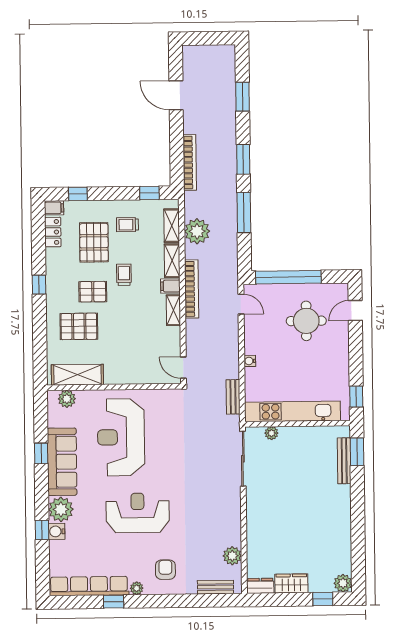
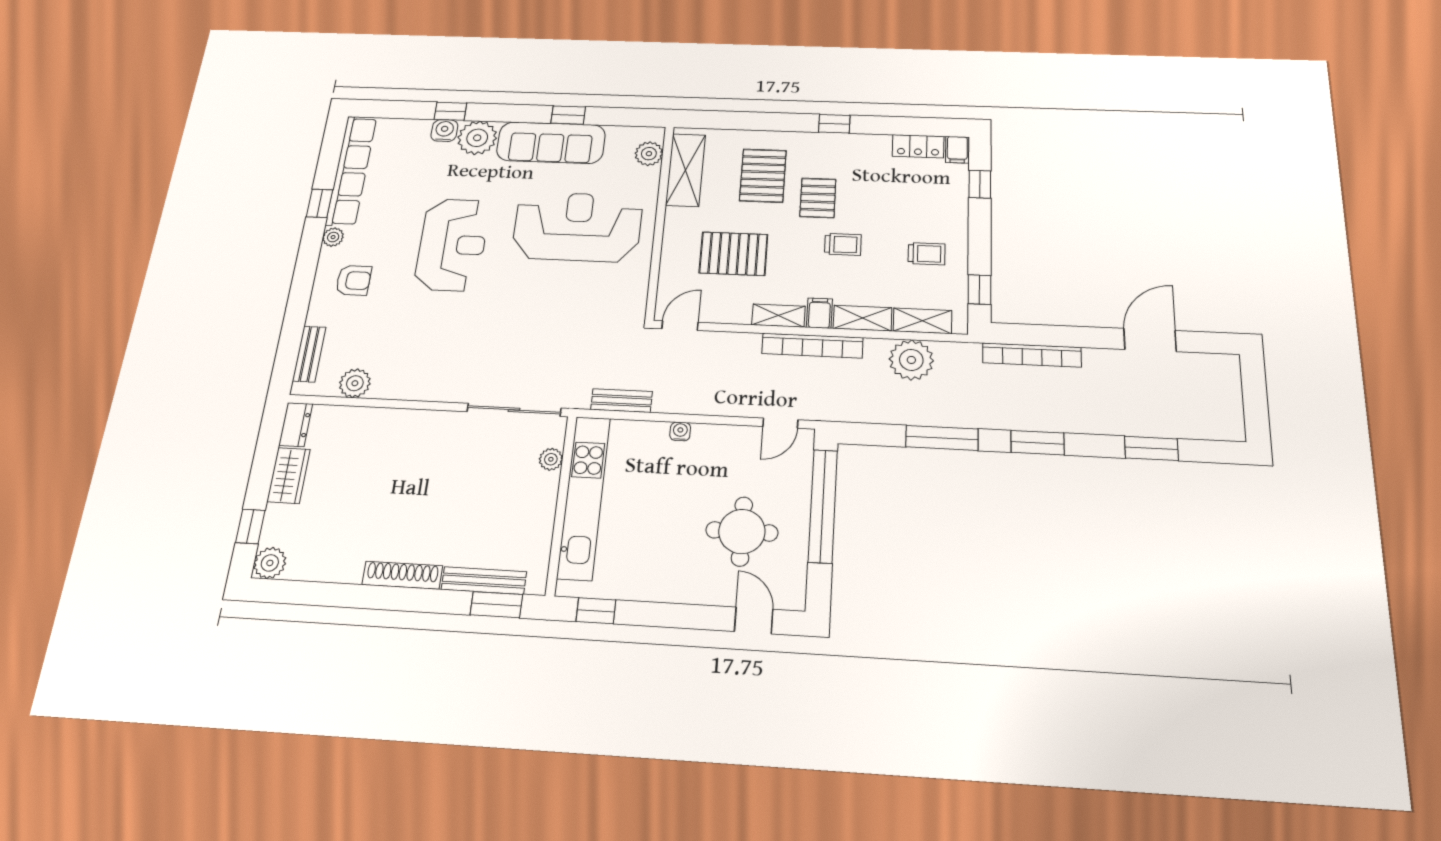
trolley: (127, 225) -> (927, 254), turned 90
pallet: (94, 242) -> (733, 254), moved
shoe rack: (344, 507) -> (402, 575), added

